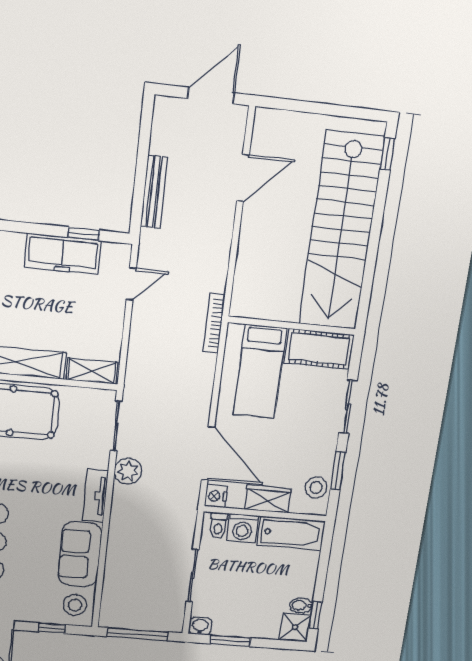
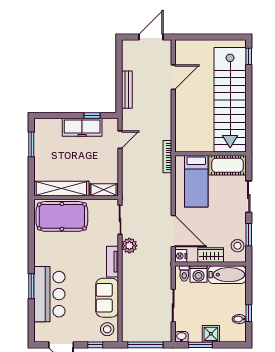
window: (315, 615) -> (249, 313), moved
shower: (295, 627) -> (211, 334), moved

